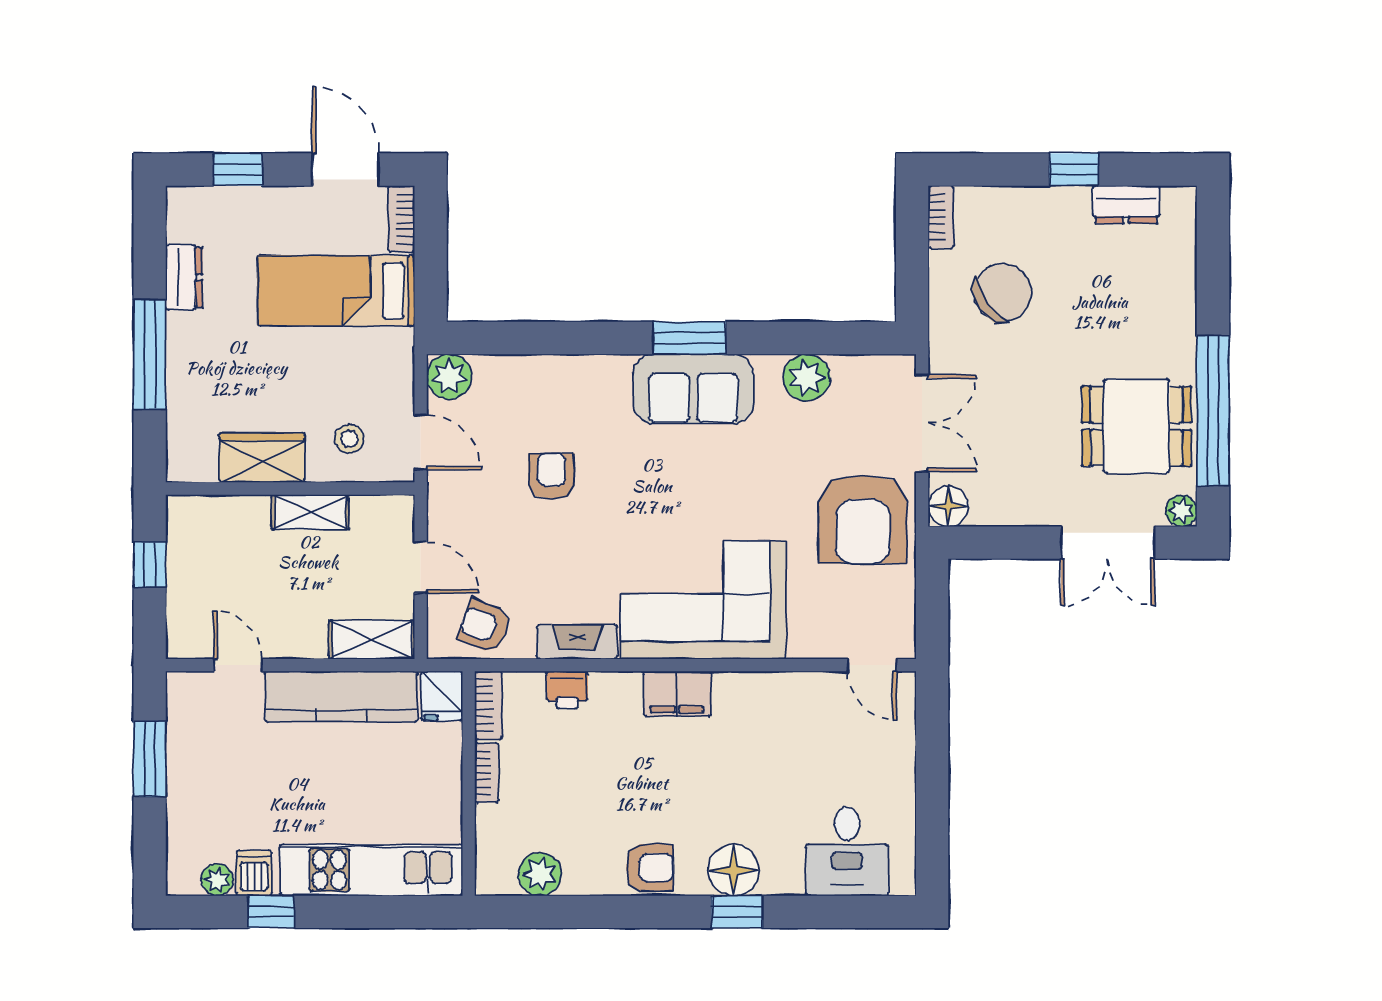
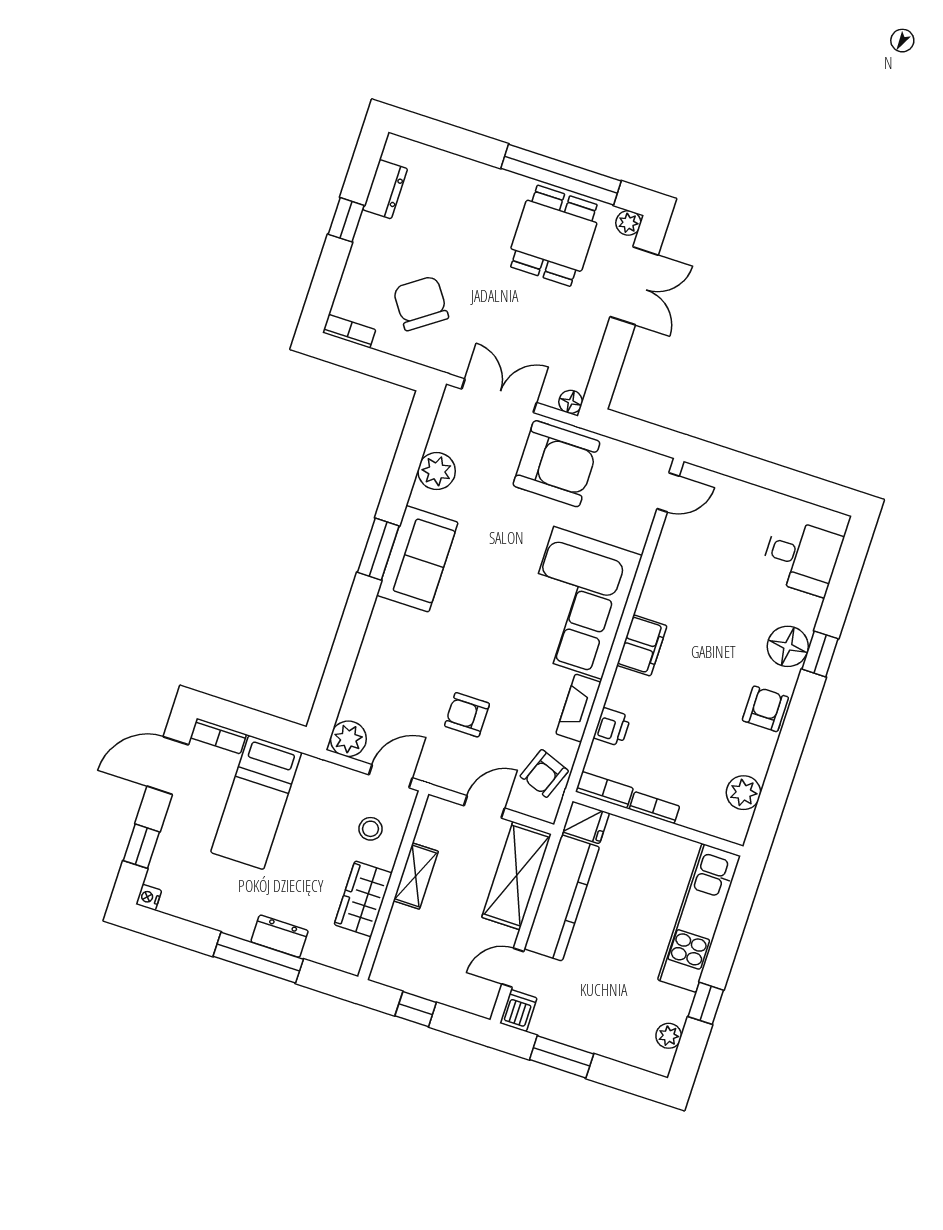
nightstand: (179, 198) -> (149, 897), added
dresser: (184, 277) -> (280, 936), moved
armchair: (551, 476) -> (467, 715), moved
floor lamp: (948, 506) -> (571, 402), width x0.73, depth x0.73
shelving: (372, 640) -> (517, 876), width x1.50, depth x1.33
dishwasher: (254, 873) -> (518, 1011), moved, turned 90

